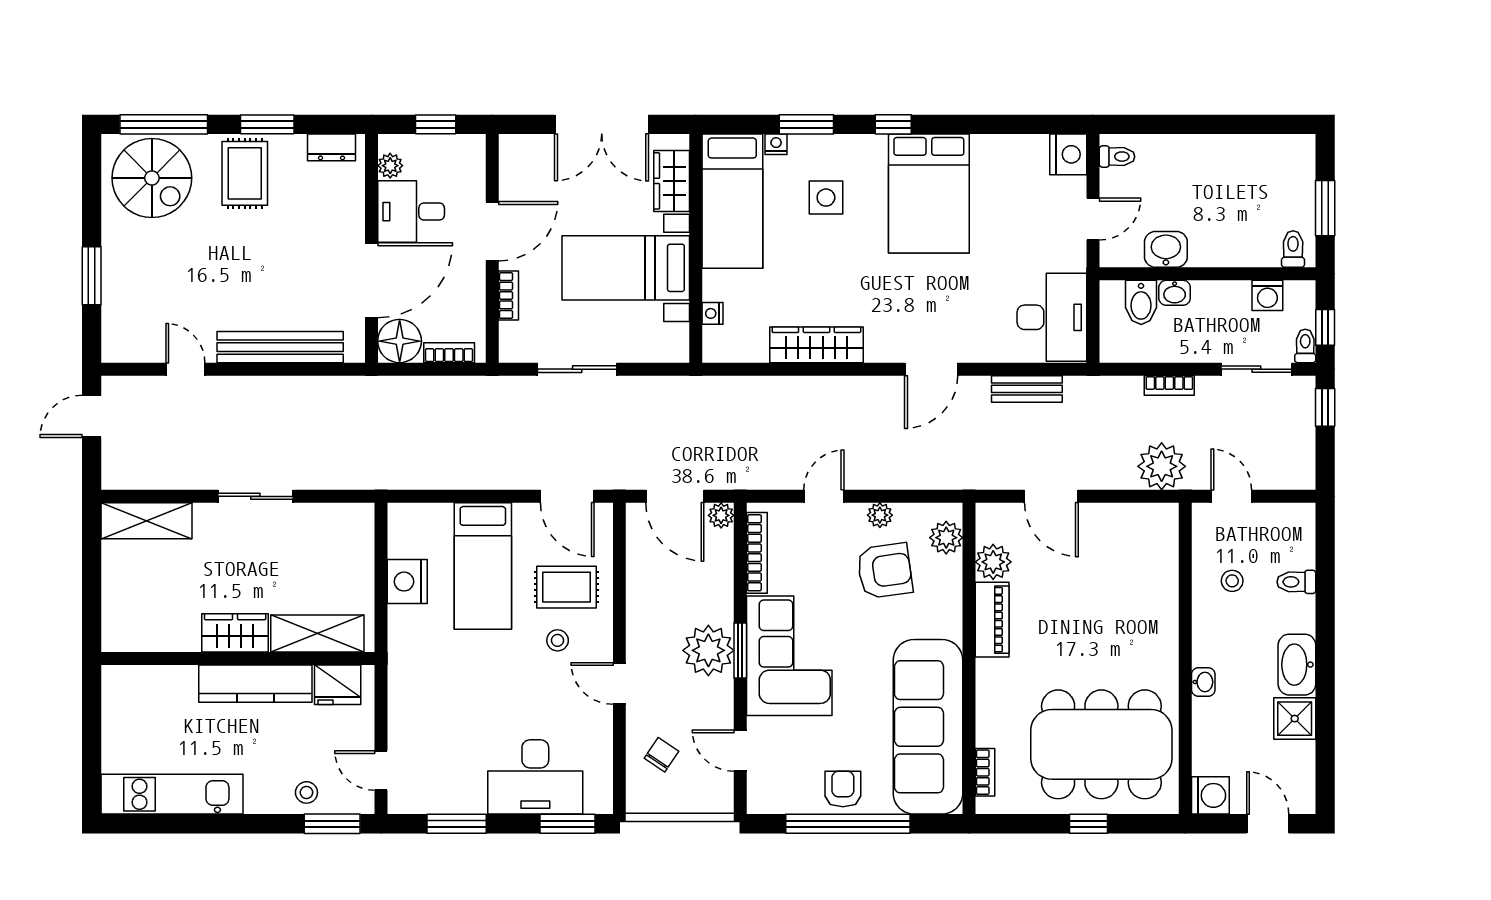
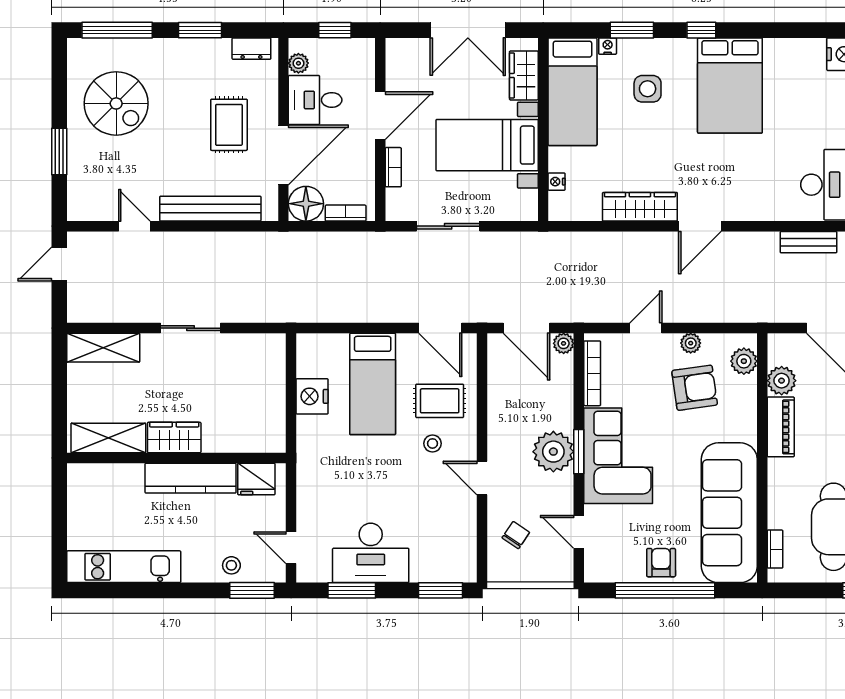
rug: (245, 173) -> (229, 125), moved
spiral stairs: (152, 178) -> (116, 103), moved
door: (931, 369) -> (700, 226), moved
shelving: (317, 633) -> (108, 438), moved
desk: (535, 777) -> (371, 553), moved

